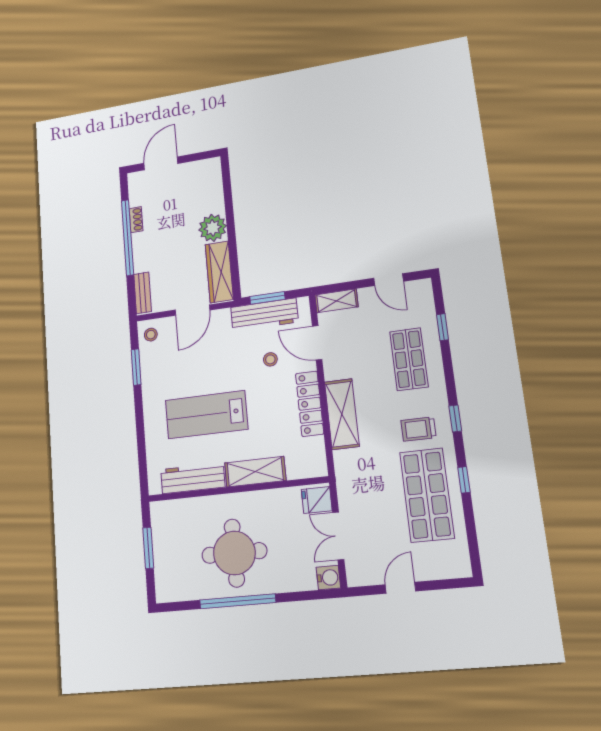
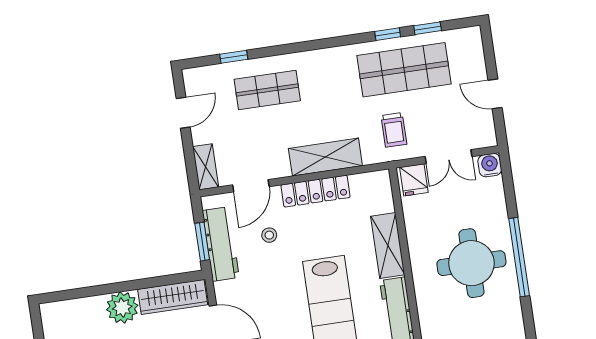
window: (455, 418) -> (428, 28), moved
trolley: (418, 429) -> (394, 130), moved

